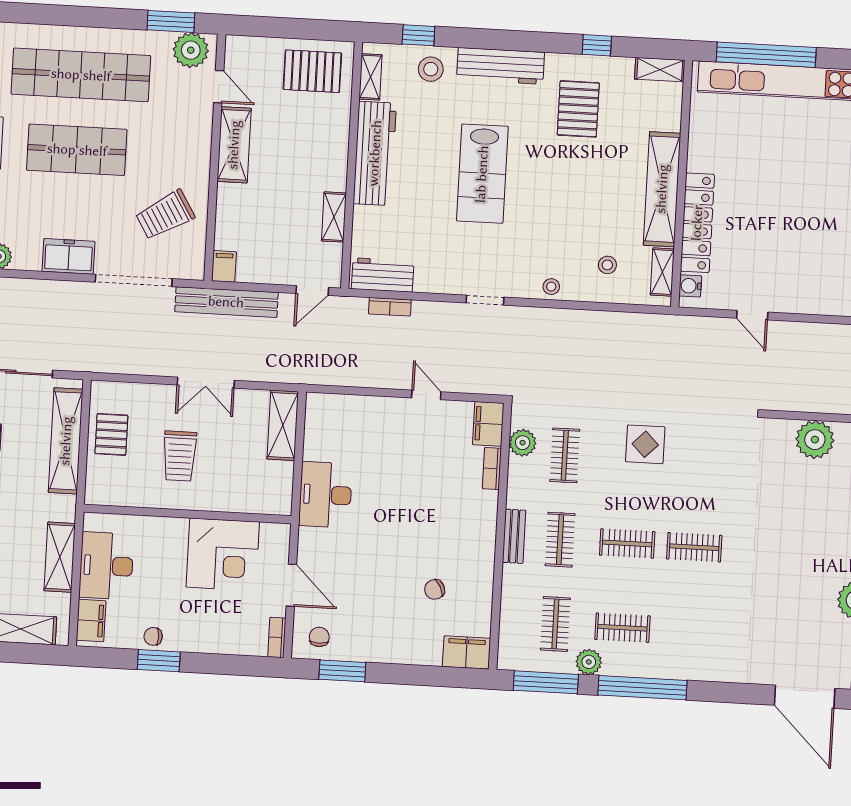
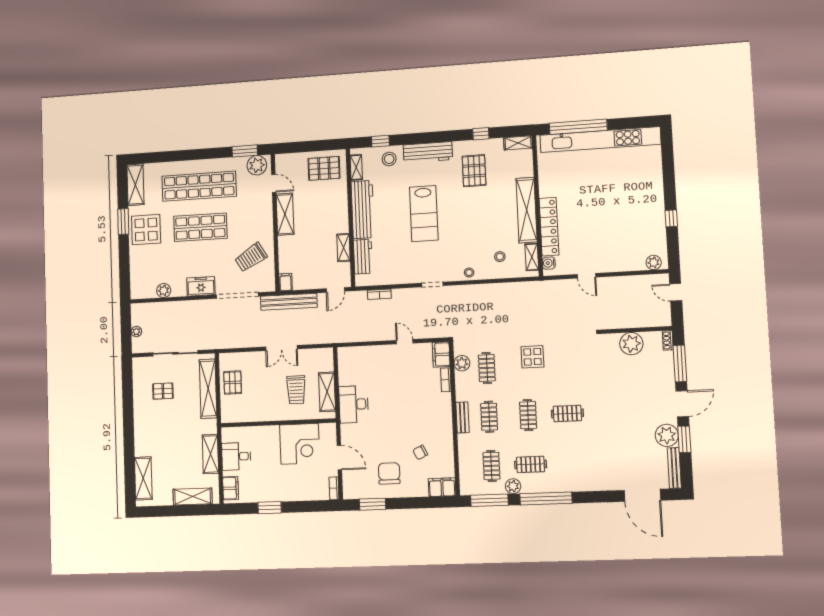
workbench: (383, 275) -> (363, 257), moved, turned 90
shelving: (283, 425) -> (327, 392), moved
trolley: (180, 456) -> (296, 390), moved
clothes rail: (627, 543) -> (528, 415), turned 90
desk: (106, 566) -> (236, 456), width x0.73
chair: (153, 636) -> (265, 494), removed
chair: (319, 637) -> (389, 473), moved, width x1.87, depth x1.87

